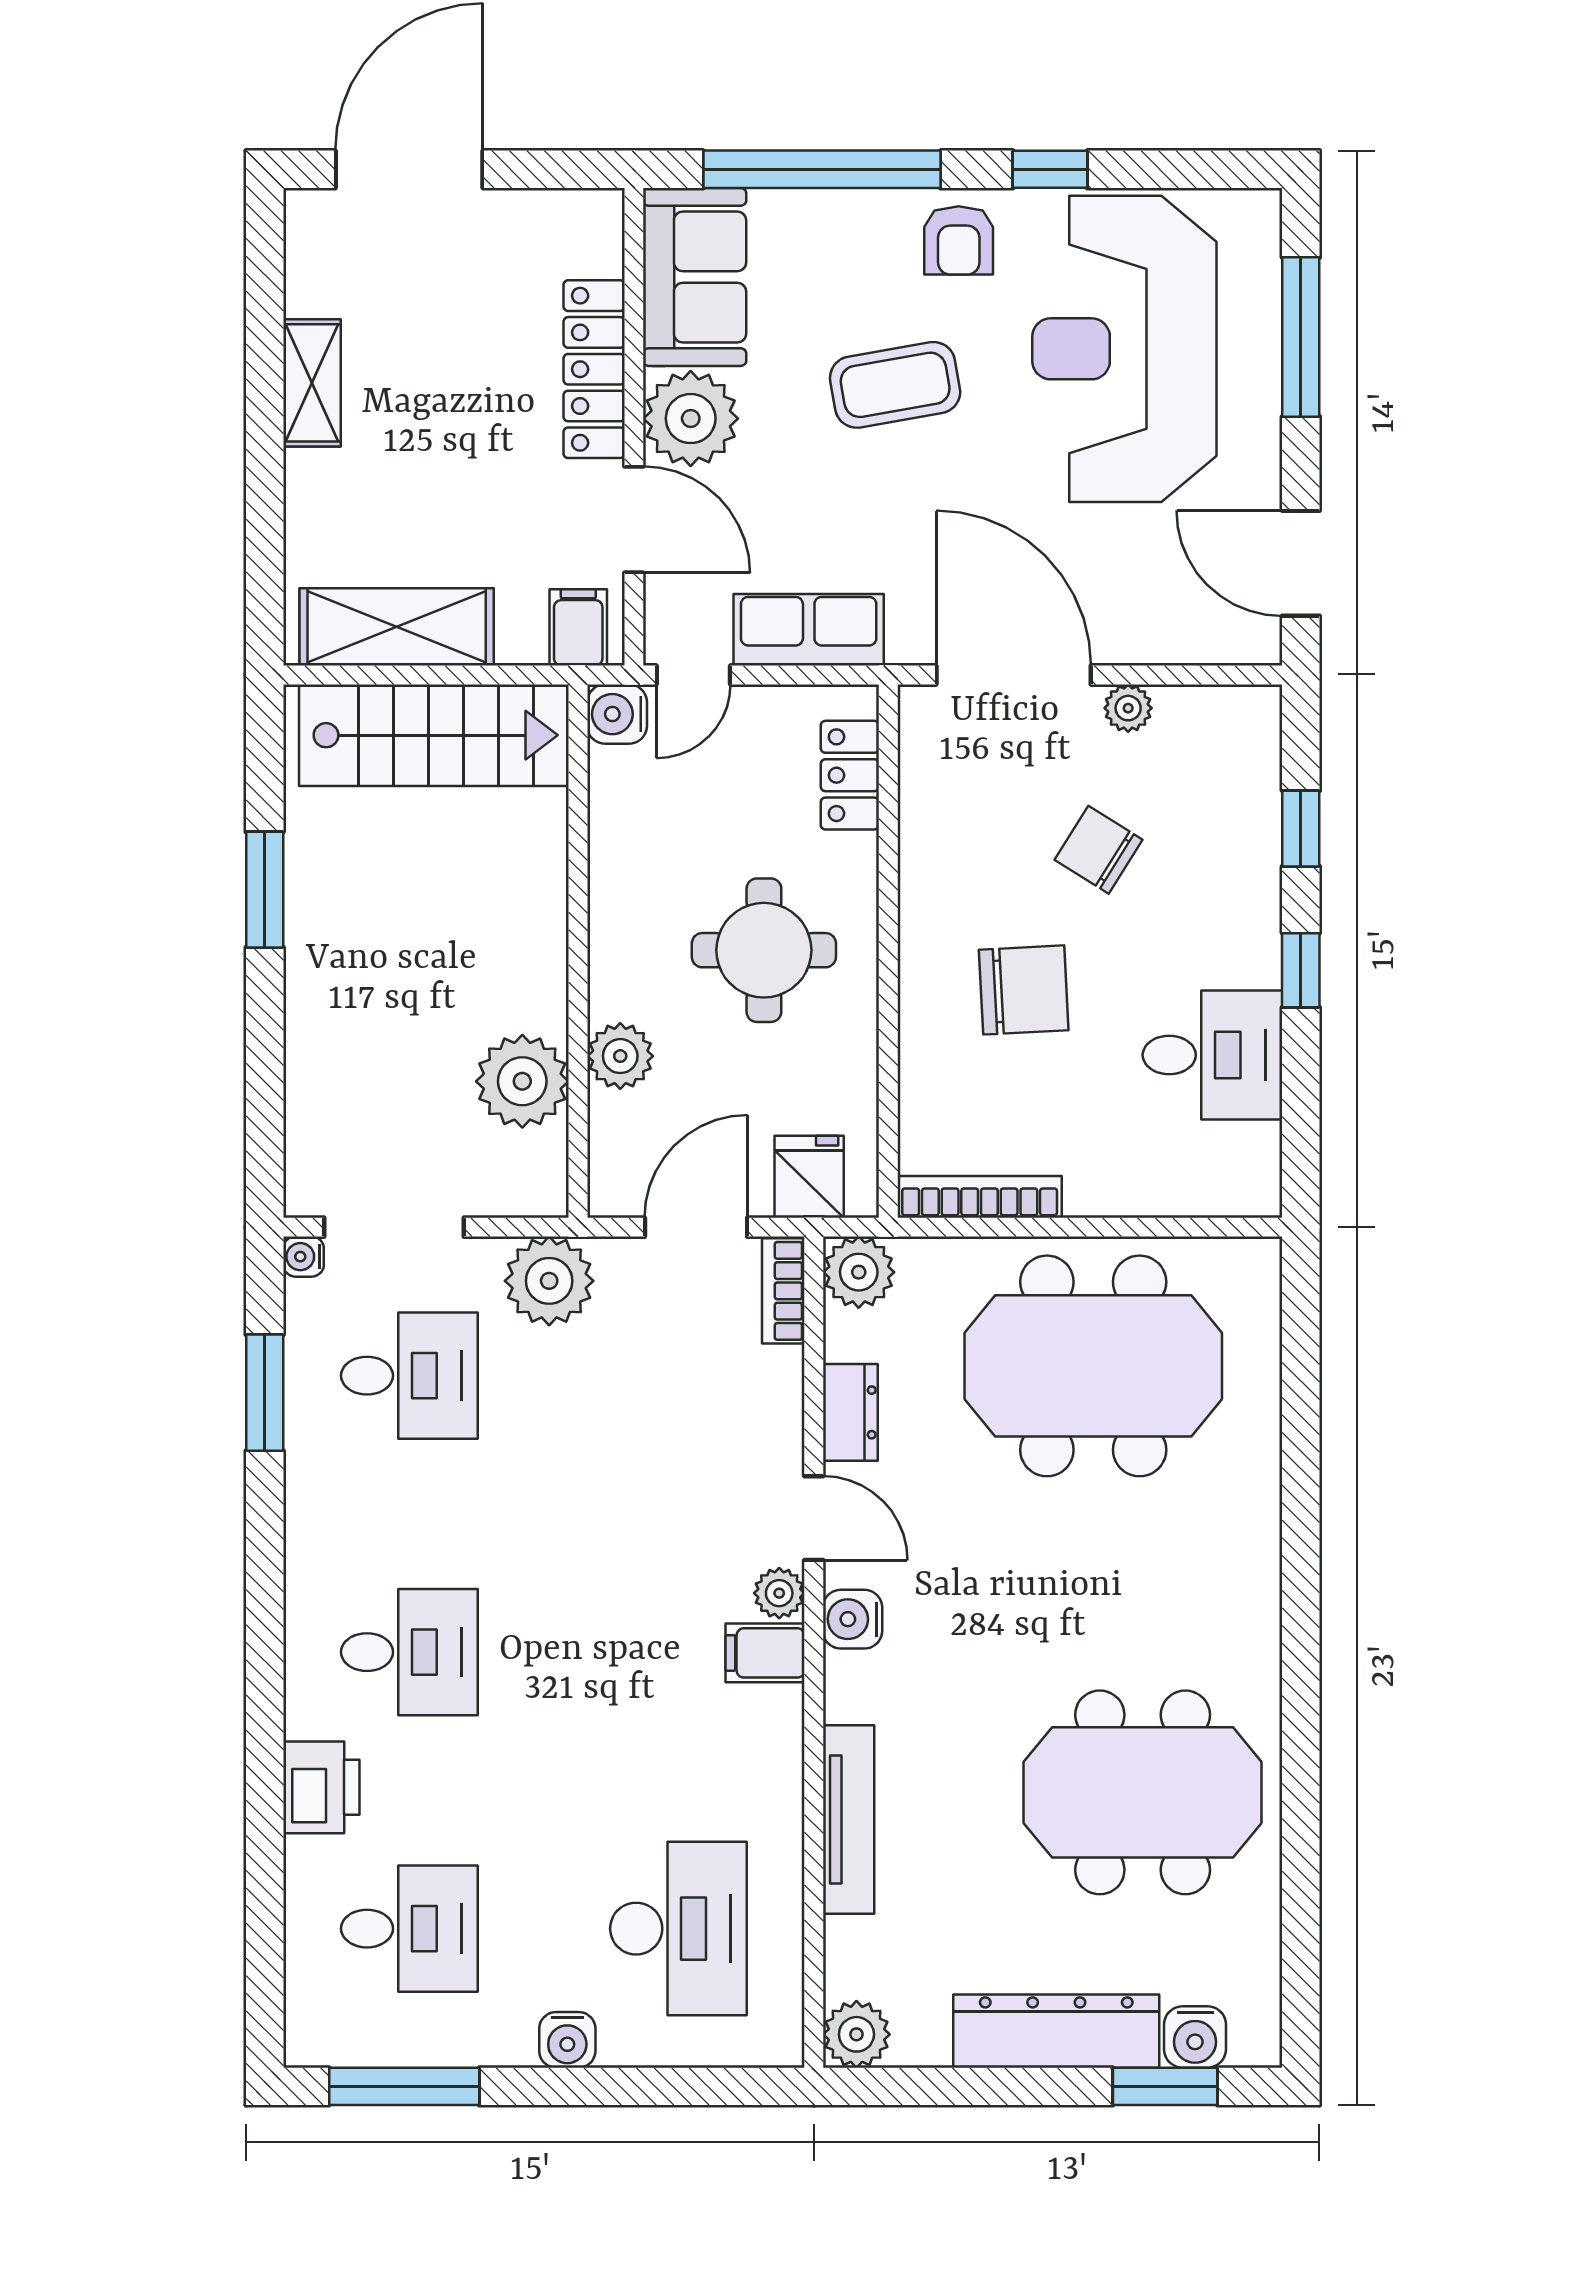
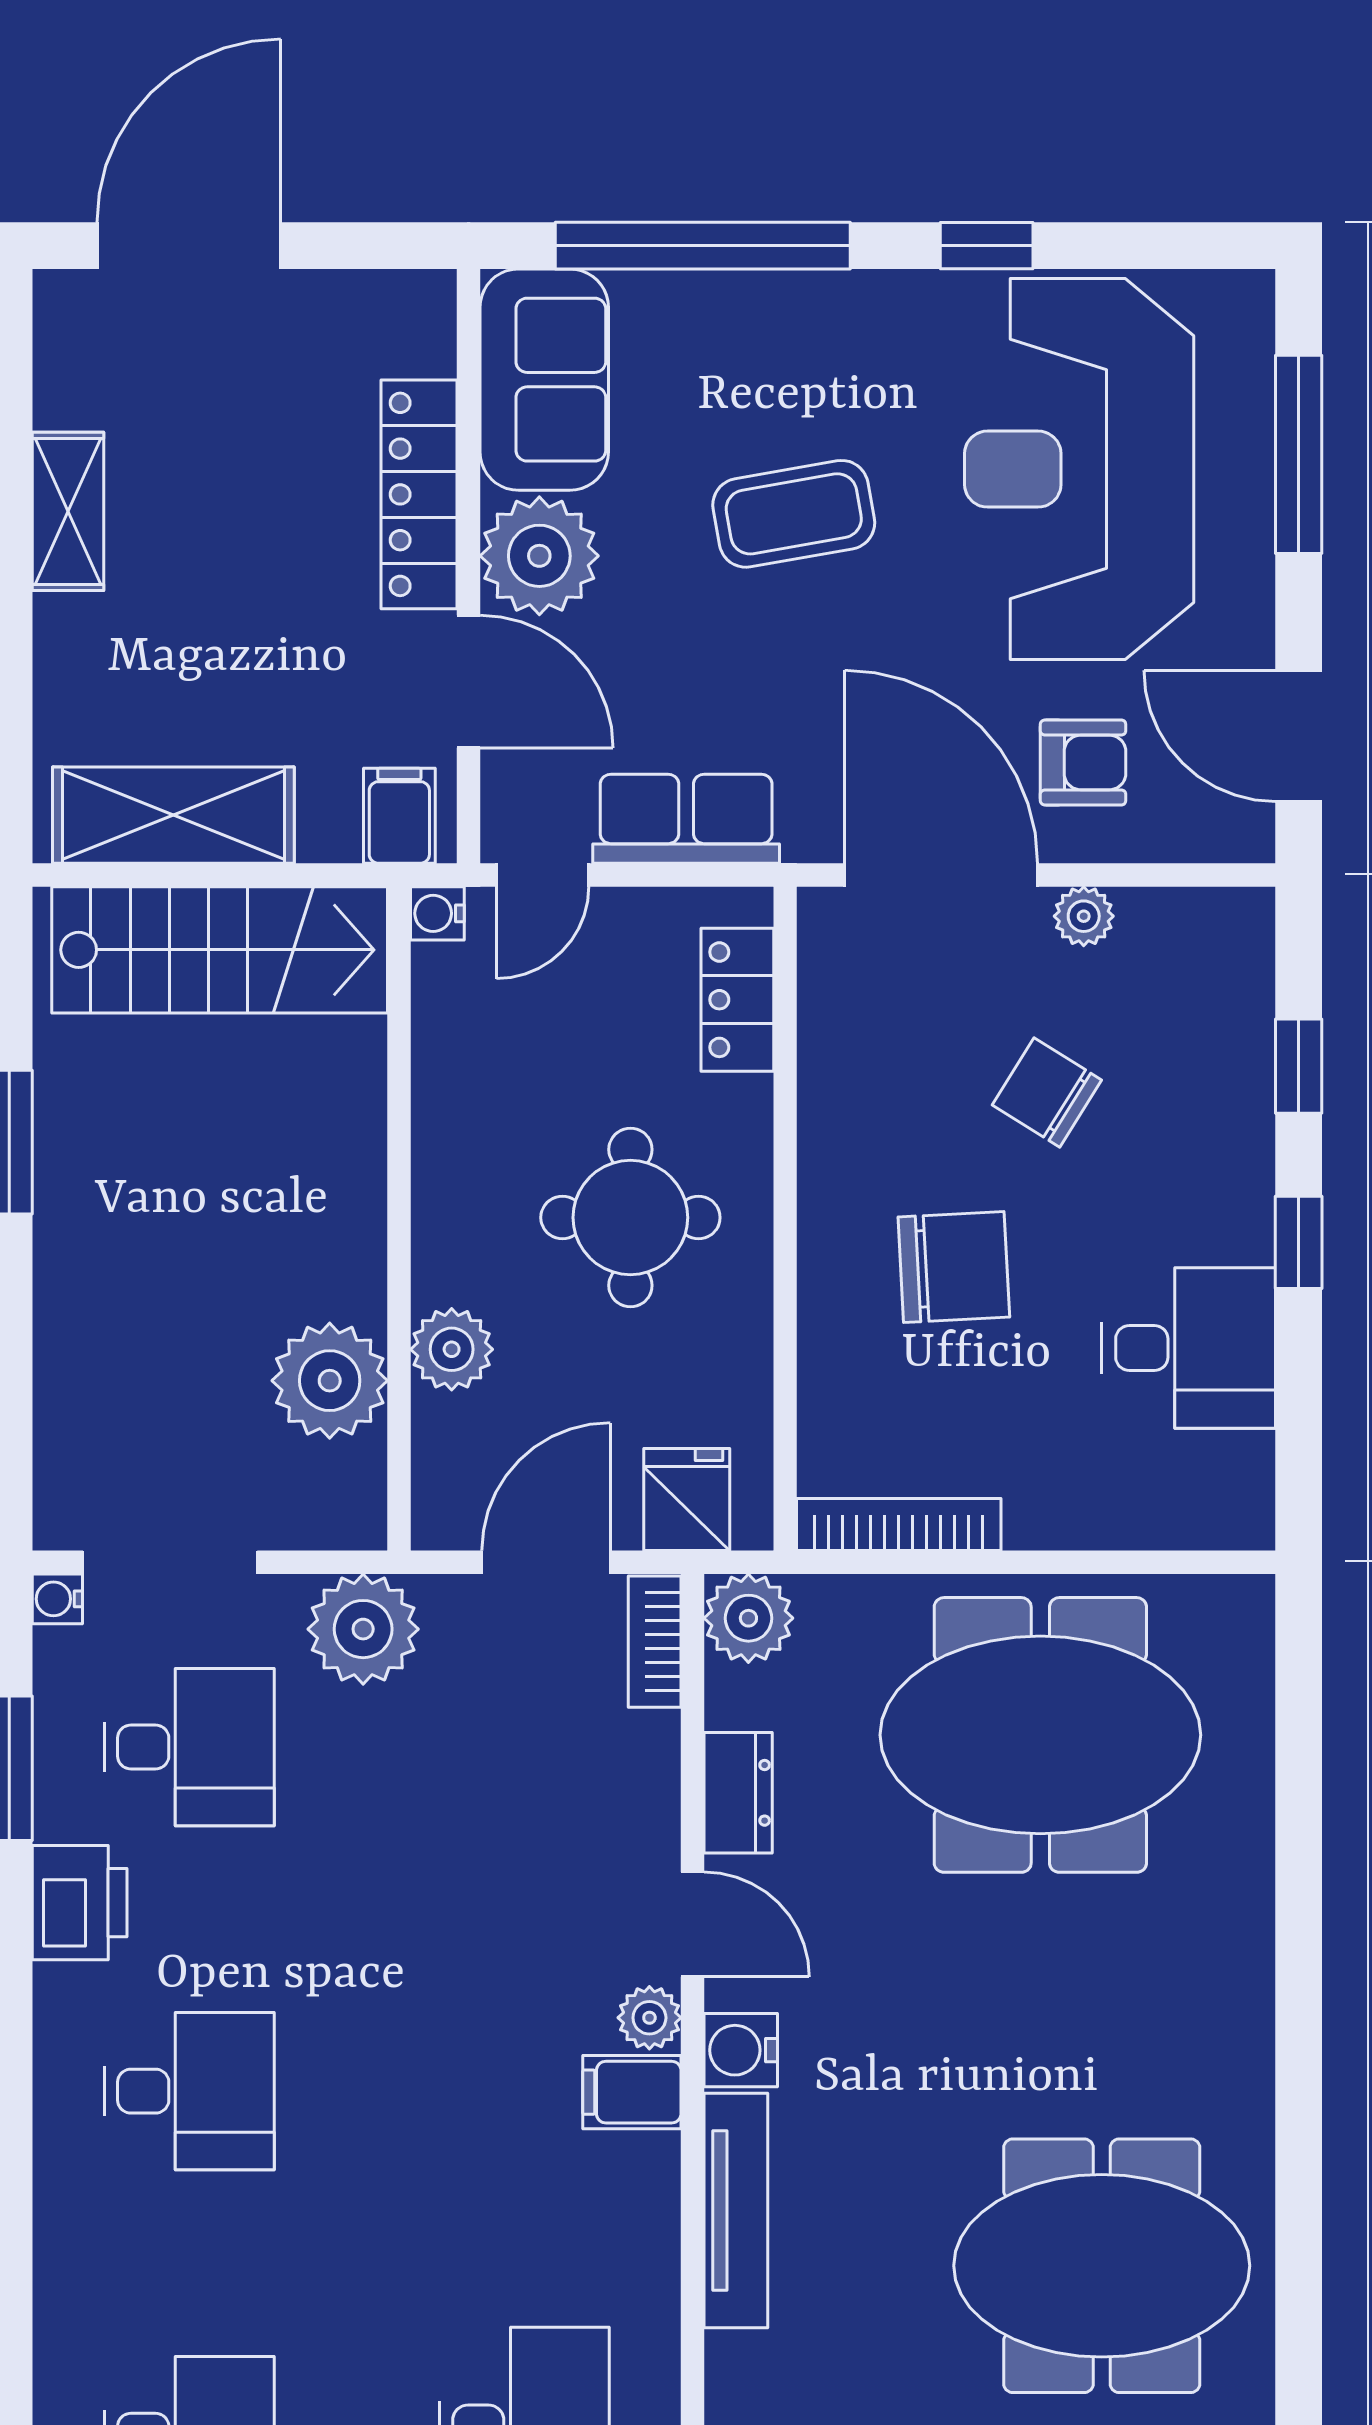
armchair: (959, 240) -> (1083, 762), moved, turned -90
water cooler: (617, 714) -> (437, 913), width x0.72, depth x0.72
printer: (321, 1787) -> (80, 1903), moved
tv unit: (849, 1820) -> (736, 2210), moved

